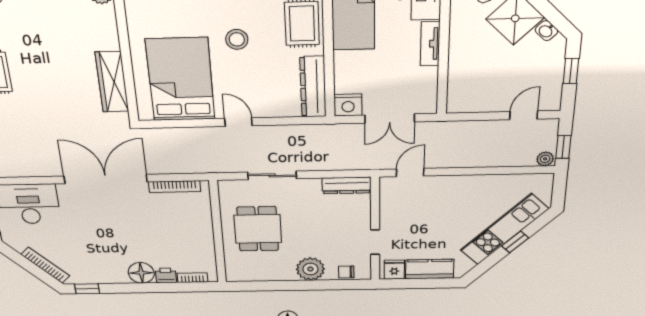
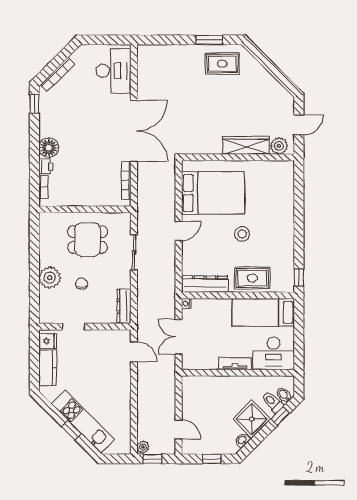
wardrobe: (112, 82) -> (246, 145), moved
nightstand: (348, 105) -> (186, 303), width x0.53, depth x0.56
chair: (346, 272) -> (82, 284), moved

